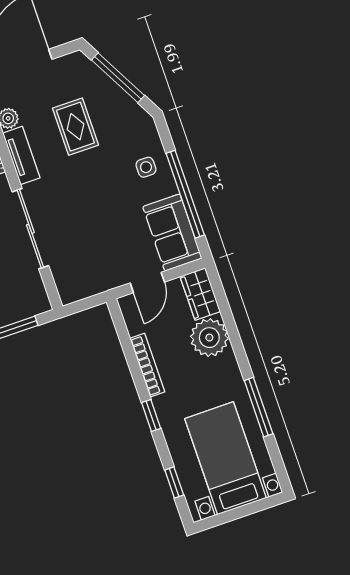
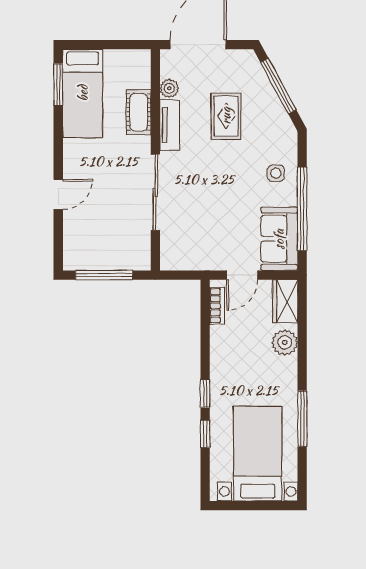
plant: (209, 338) -> (285, 342), width x0.73, depth x0.73
bookcase: (147, 365) -> (217, 306), moved, width x0.64
window: (174, 483) -> (205, 434), moved

